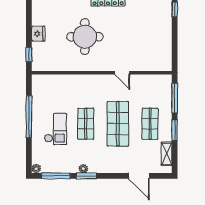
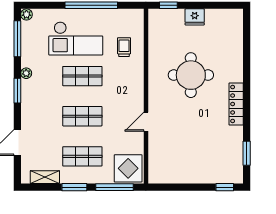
display table: (160, 87) -> (128, 168), added
trolley: (62, 90) -> (124, 47), added
shop shelf: (118, 124) -> (82, 116), width x0.70, depth x0.74
checkout: (56, 129) -> (76, 38), width x1.36, depth x1.21
window: (86, 176) -> (17, 91), moved

